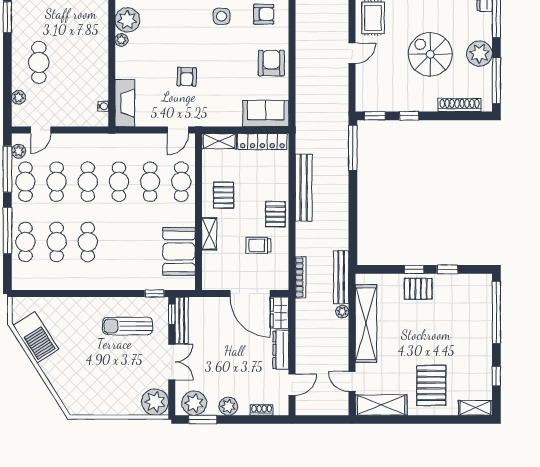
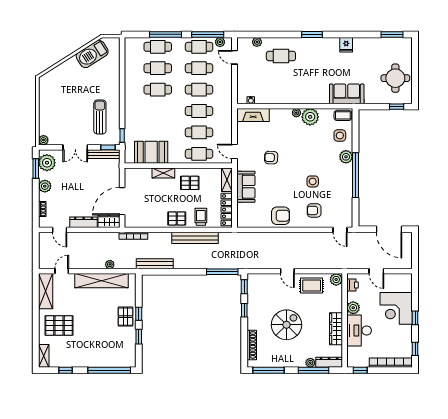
armchair: (264, 14) -> (314, 210), turned 90
plant: (479, 54) -> (310, 363), moved, width x0.53, depth x0.53
sofa: (266, 113) -> (246, 187), moved
trolley: (258, 245) -> (201, 217), moved
bench: (341, 277) -> (155, 264), moved
plant: (155, 402) -> (43, 140), width x0.53, depth x0.53

